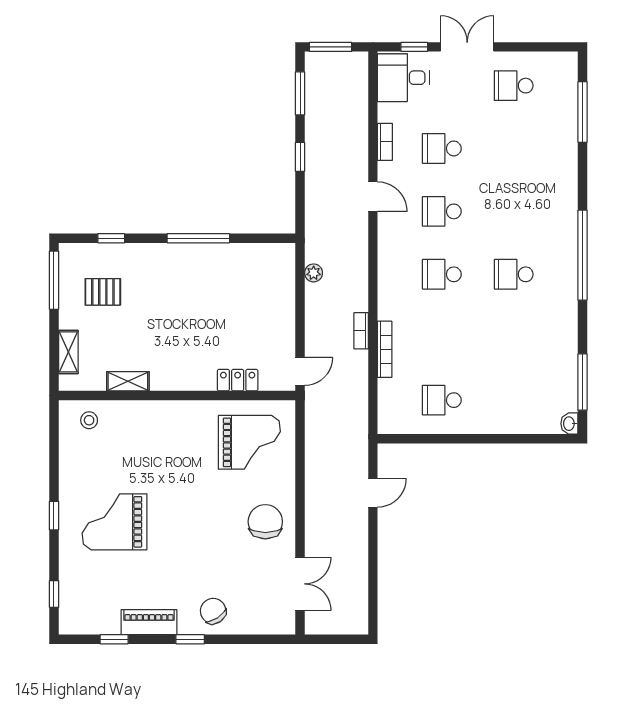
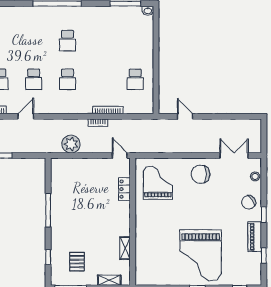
plant: (314, 273) -> (71, 144), width x1.87, depth x1.87
stool: (89, 420) -> (255, 176), moved
grand piano: (115, 522) -> (201, 255), width x1.37, depth x1.48

